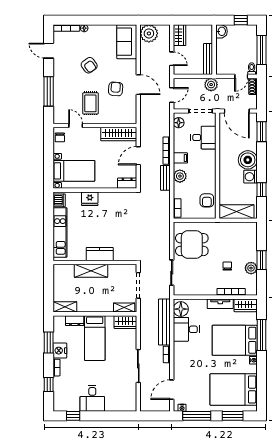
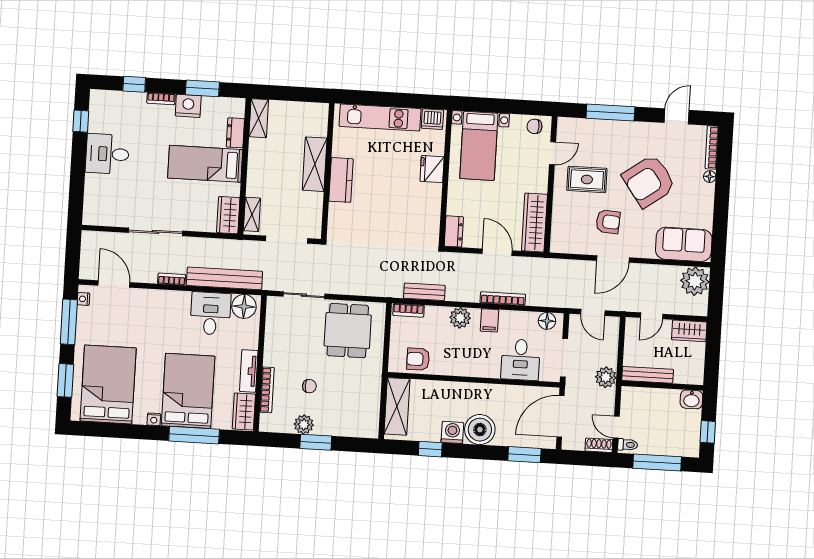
armchair: (89, 65) -> (649, 181), width x1.88, depth x1.88
bench: (165, 178) -> (424, 292), moved

